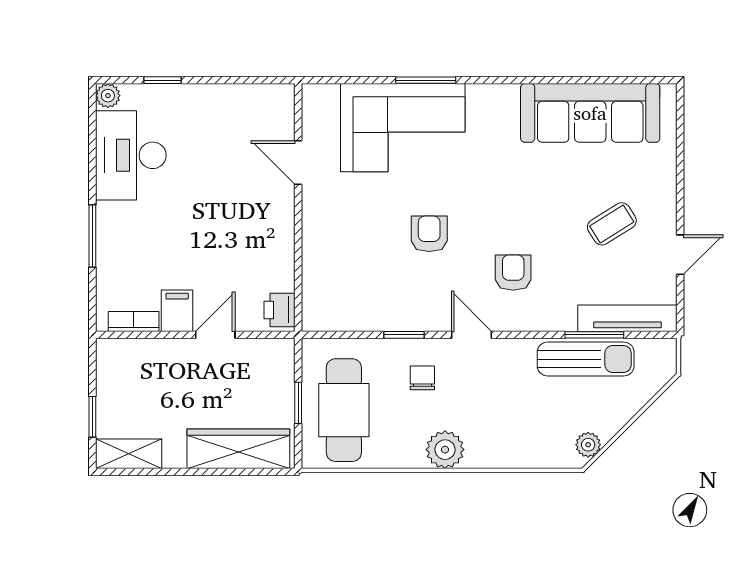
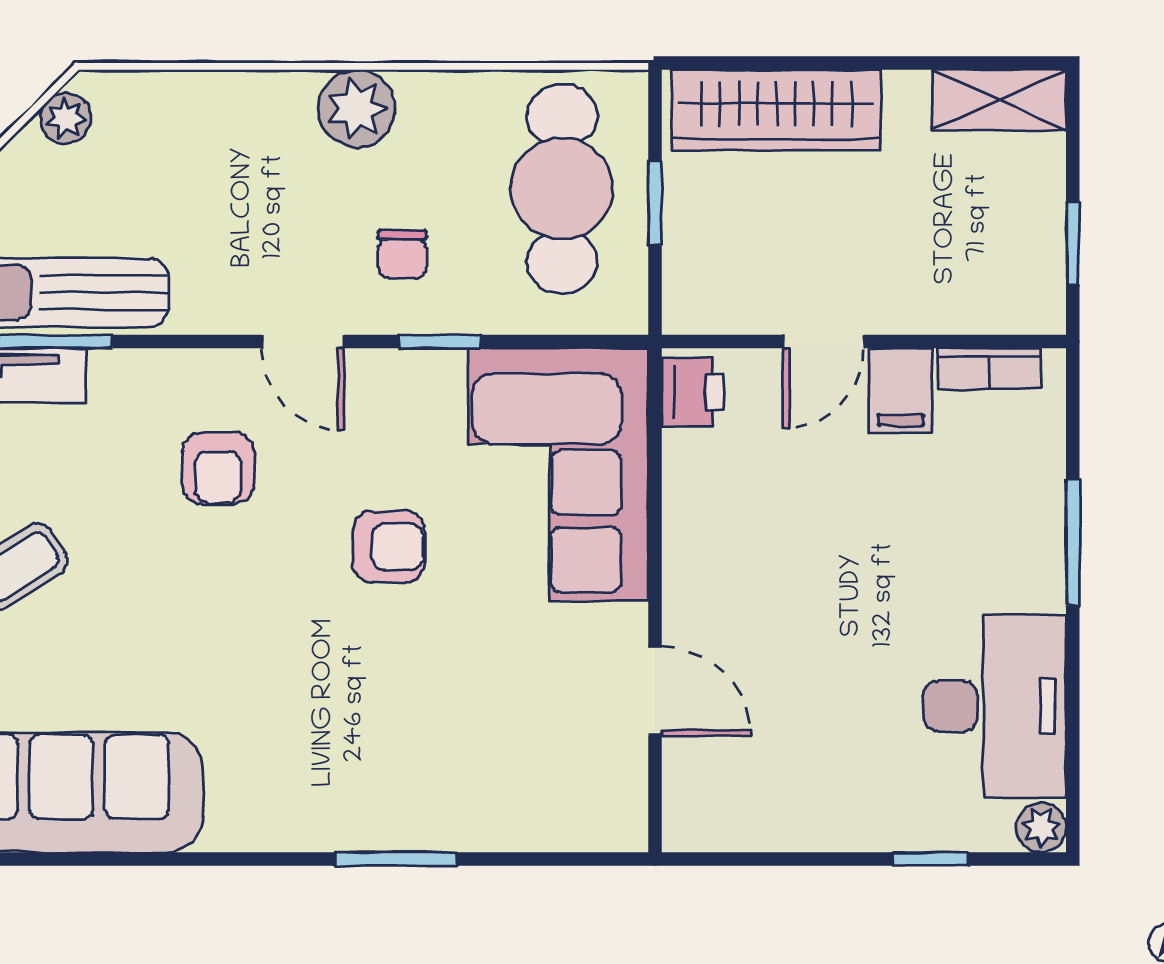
corner sofa: (403, 128) -> (558, 474), moved, turned -90
armchair: (429, 234) -> (389, 547), turned -90
window: (92, 417) -> (1073, 244), moved

